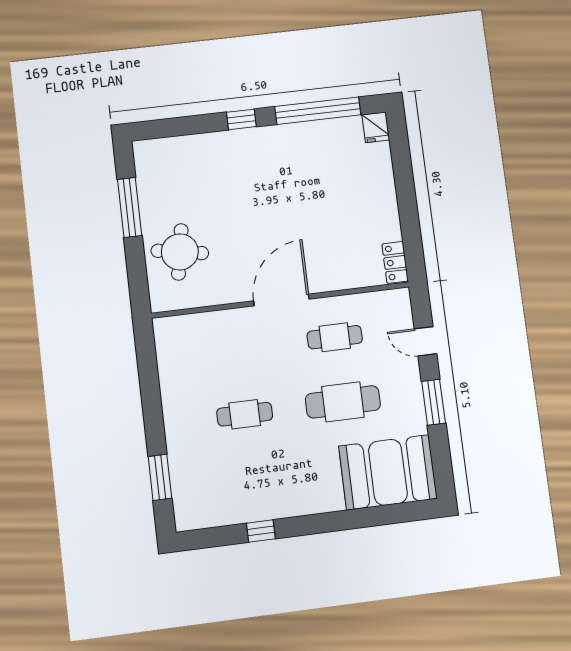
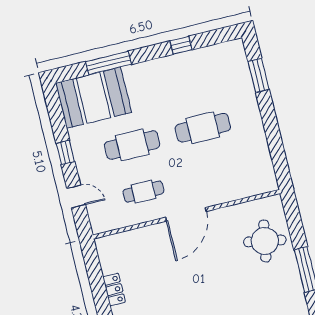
locker: (395, 262) -> (114, 290), moved
window: (434, 402) -> (65, 153), width x0.67
cafe table: (245, 414) -> (203, 128), width x1.37, depth x1.35
window: (362, 518) -> (108, 63), added

